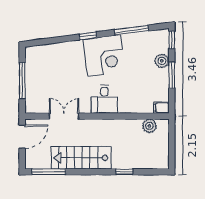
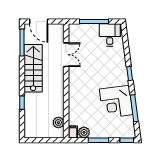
corner desk: (104, 56) -> (116, 102), moved
plant: (162, 61) -> (84, 132), moved
desk: (104, 99) -> (110, 35), moved, turned 90
door: (22, 137) -> (39, 22), moved

